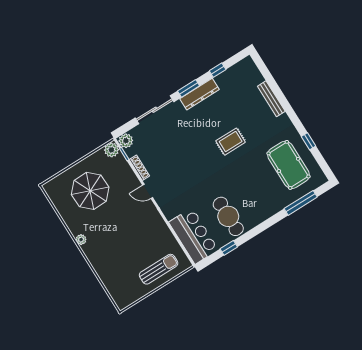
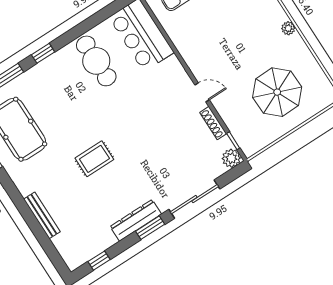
window: (218, 70) -> (99, 261), moved
plant: (111, 150) -> (250, 146), removed
window: (229, 248) -> (43, 53), moved

